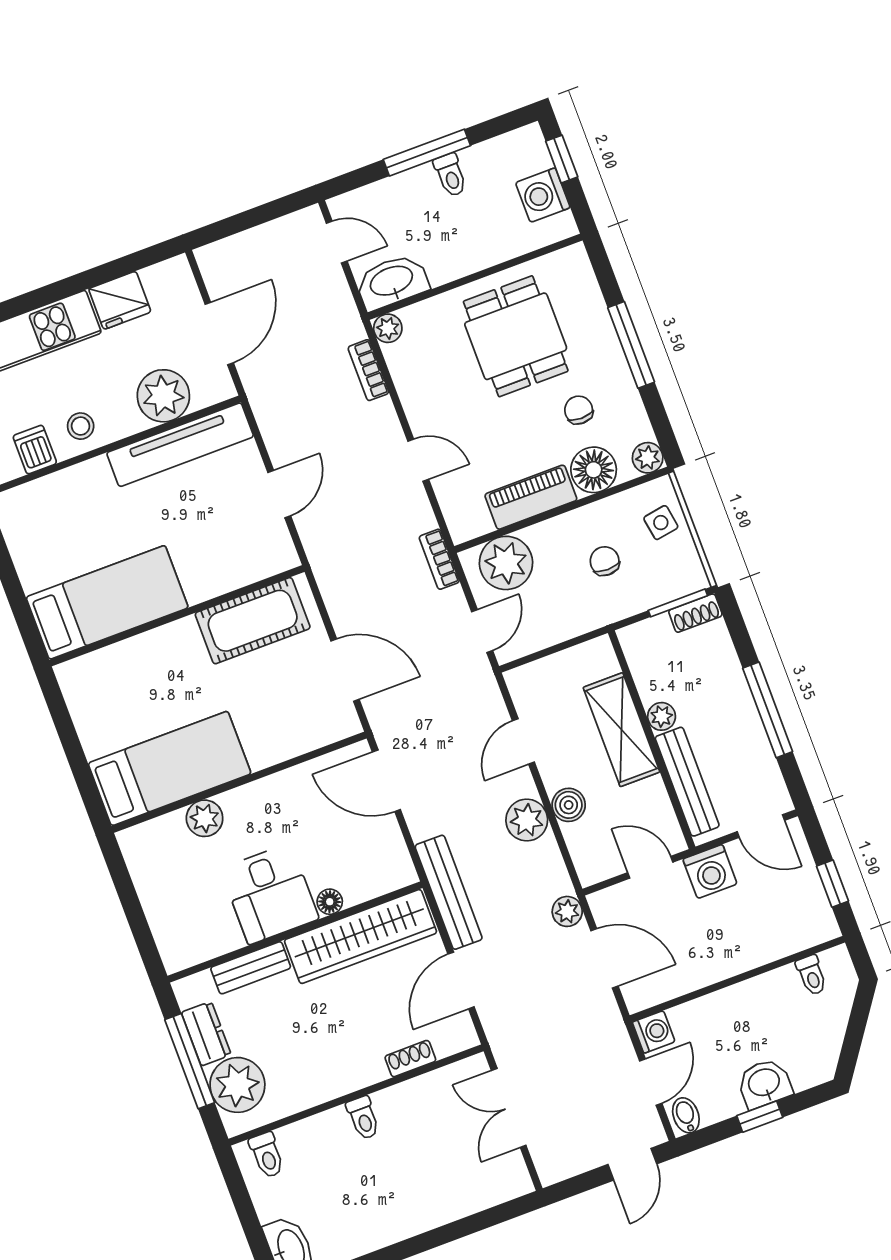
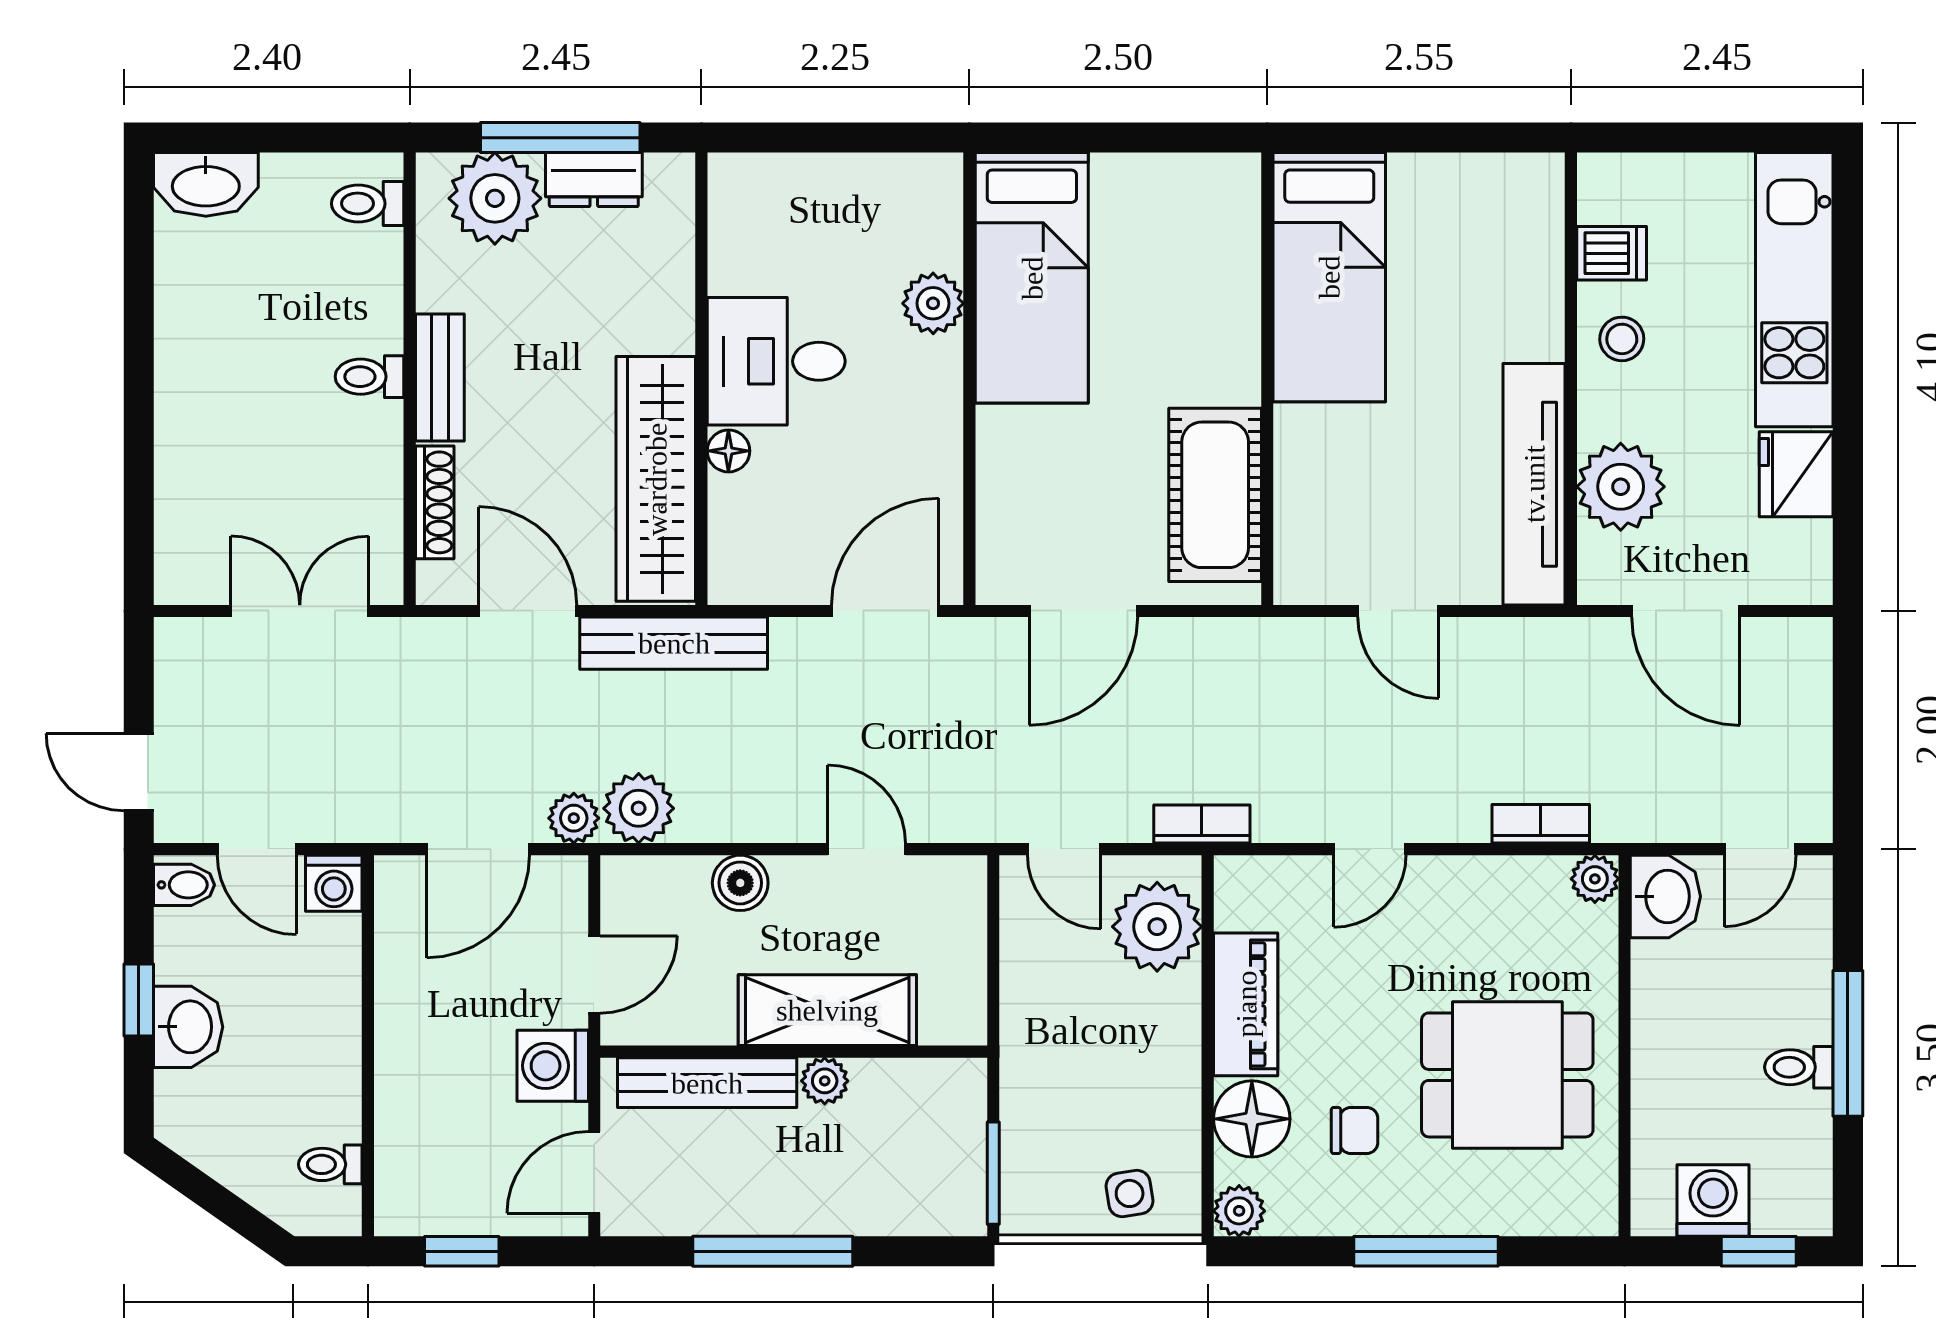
washbasin: (392, 282) -> (1665, 896), width x0.72
chair: (605, 561) -> (1102, 1083), removed
shoe rack: (695, 613) -> (967, 1195), removed
plant: (527, 820) -> (639, 808), moved
bench: (251, 968) -> (440, 378), moved
shoe rack: (410, 1059) -> (435, 502), width x1.43

